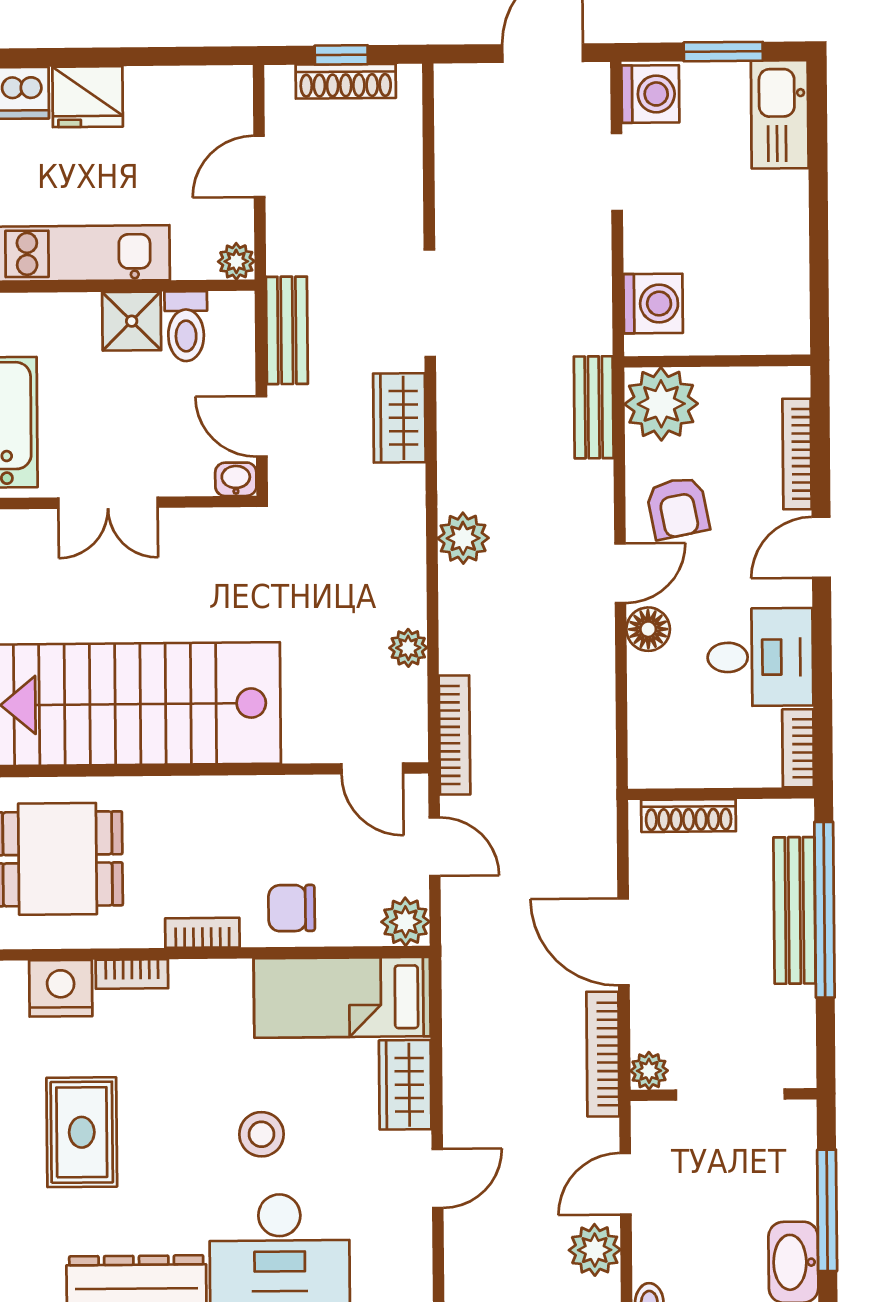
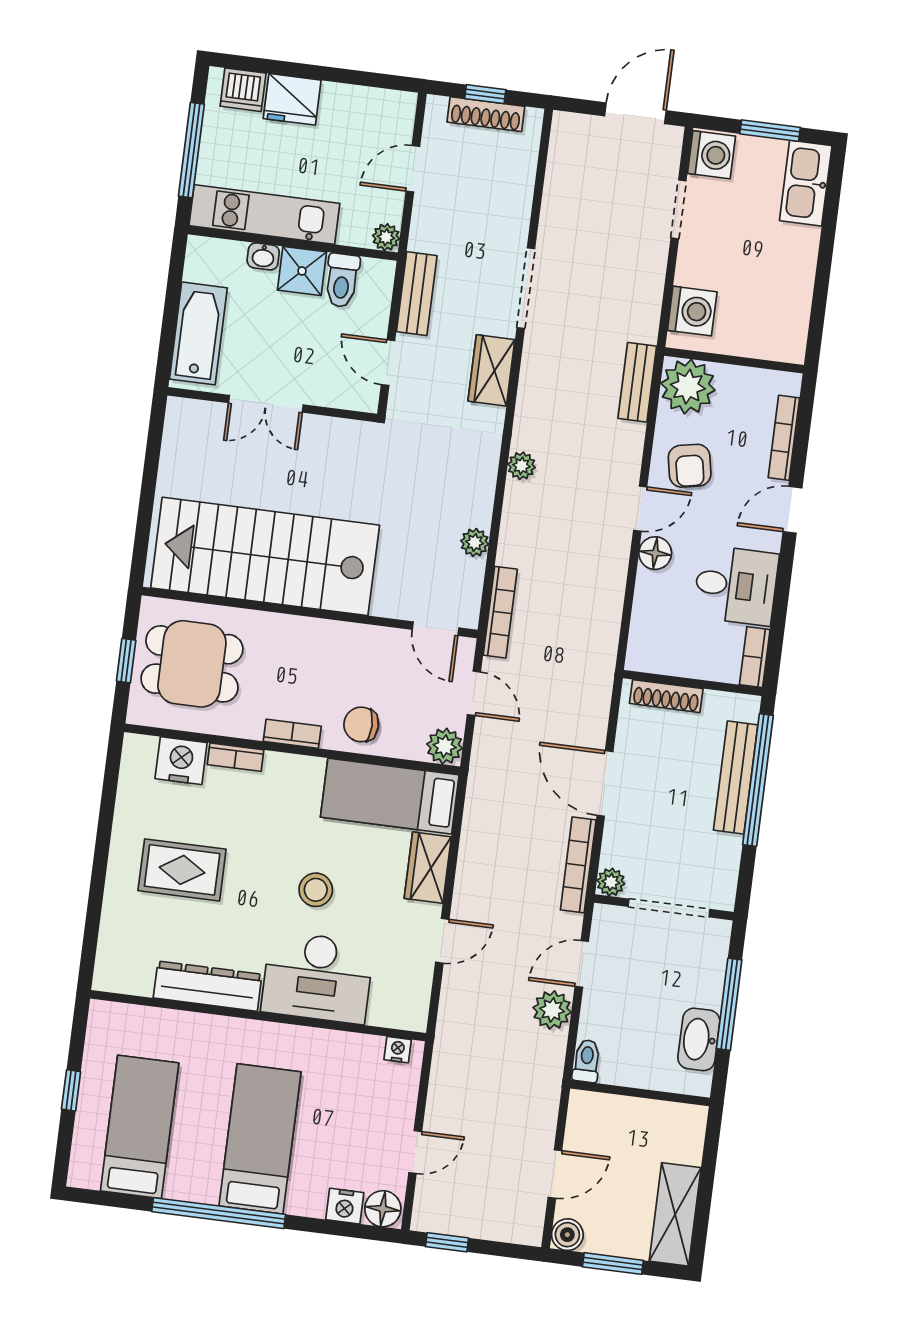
washbasin: (236, 479) -> (263, 256), moved, turned 180
plant: (463, 538) -> (521, 466), width x0.73, depth x0.73
rug: (82, 1132) -> (182, 870), turned 90

